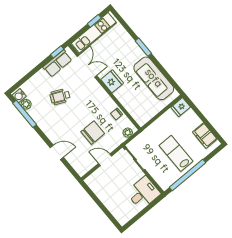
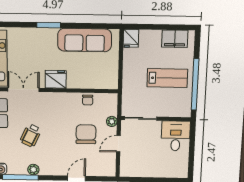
plant: (26, 104) -> (33, 170), moved
plant: (128, 133) -> (112, 121), moved
lab bench: (176, 153) -> (167, 78), turned 180

